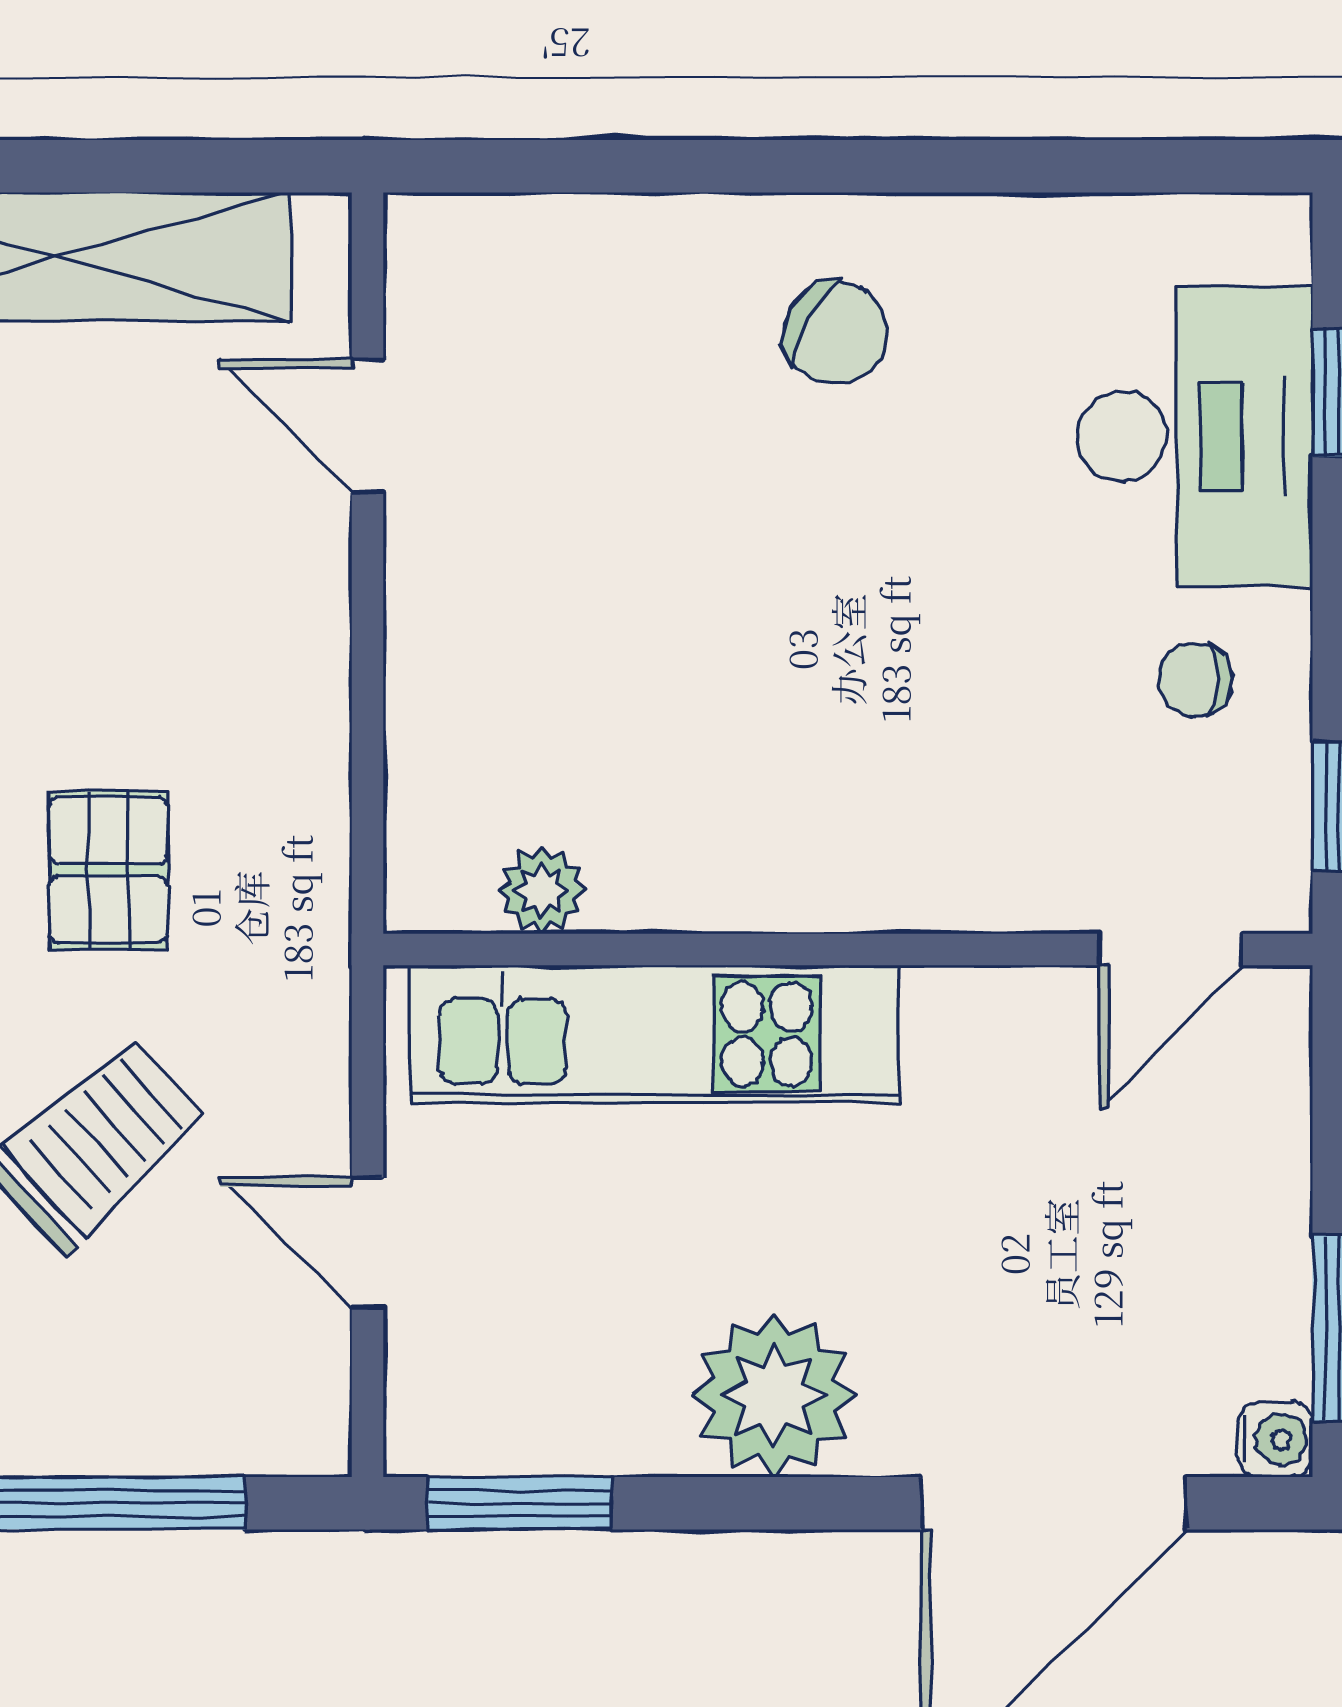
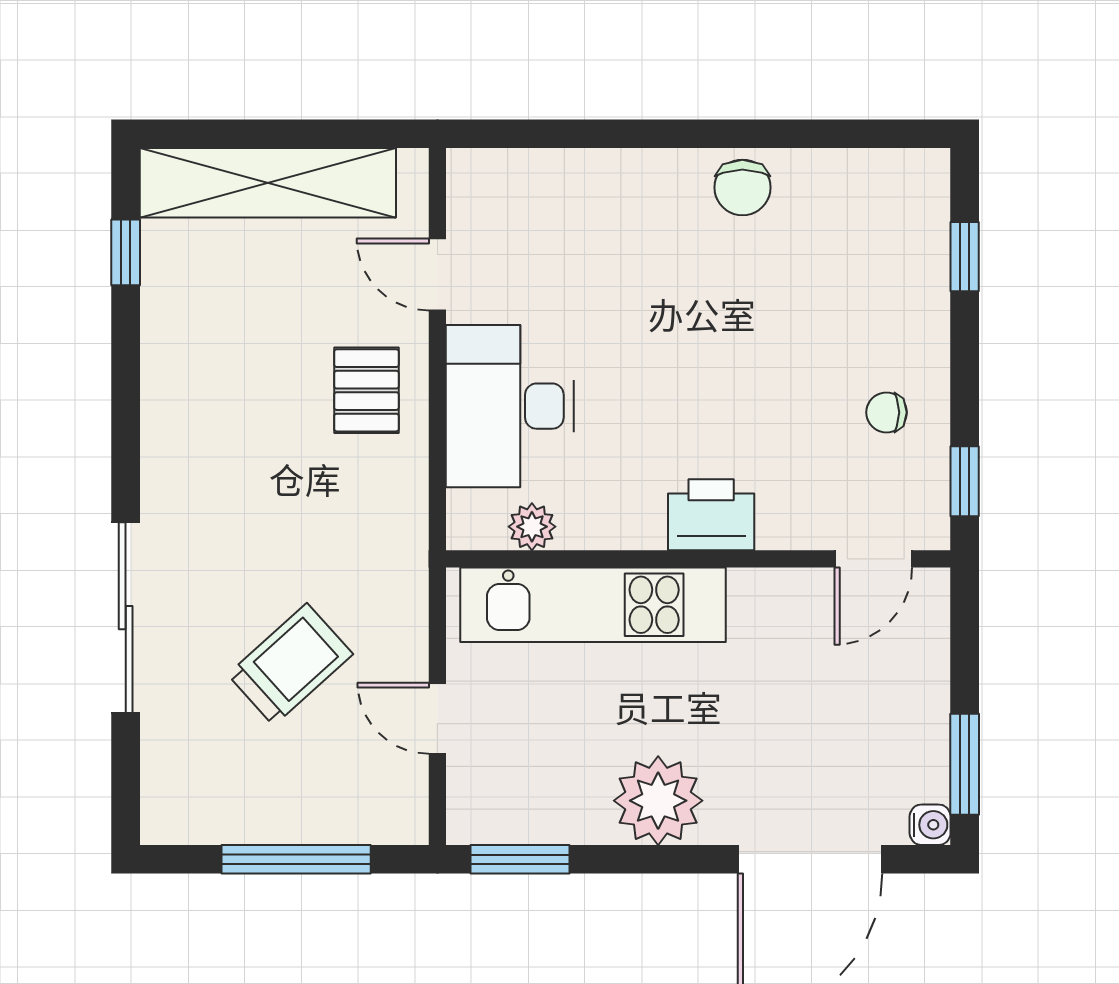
chair: (835, 333) -> (742, 187), moved, turned 61
desk: (1195, 436) -> (510, 406), moved, turned 180
printer: (872, 868) -> (711, 515), added
pallet: (109, 870) -> (366, 390), moved

